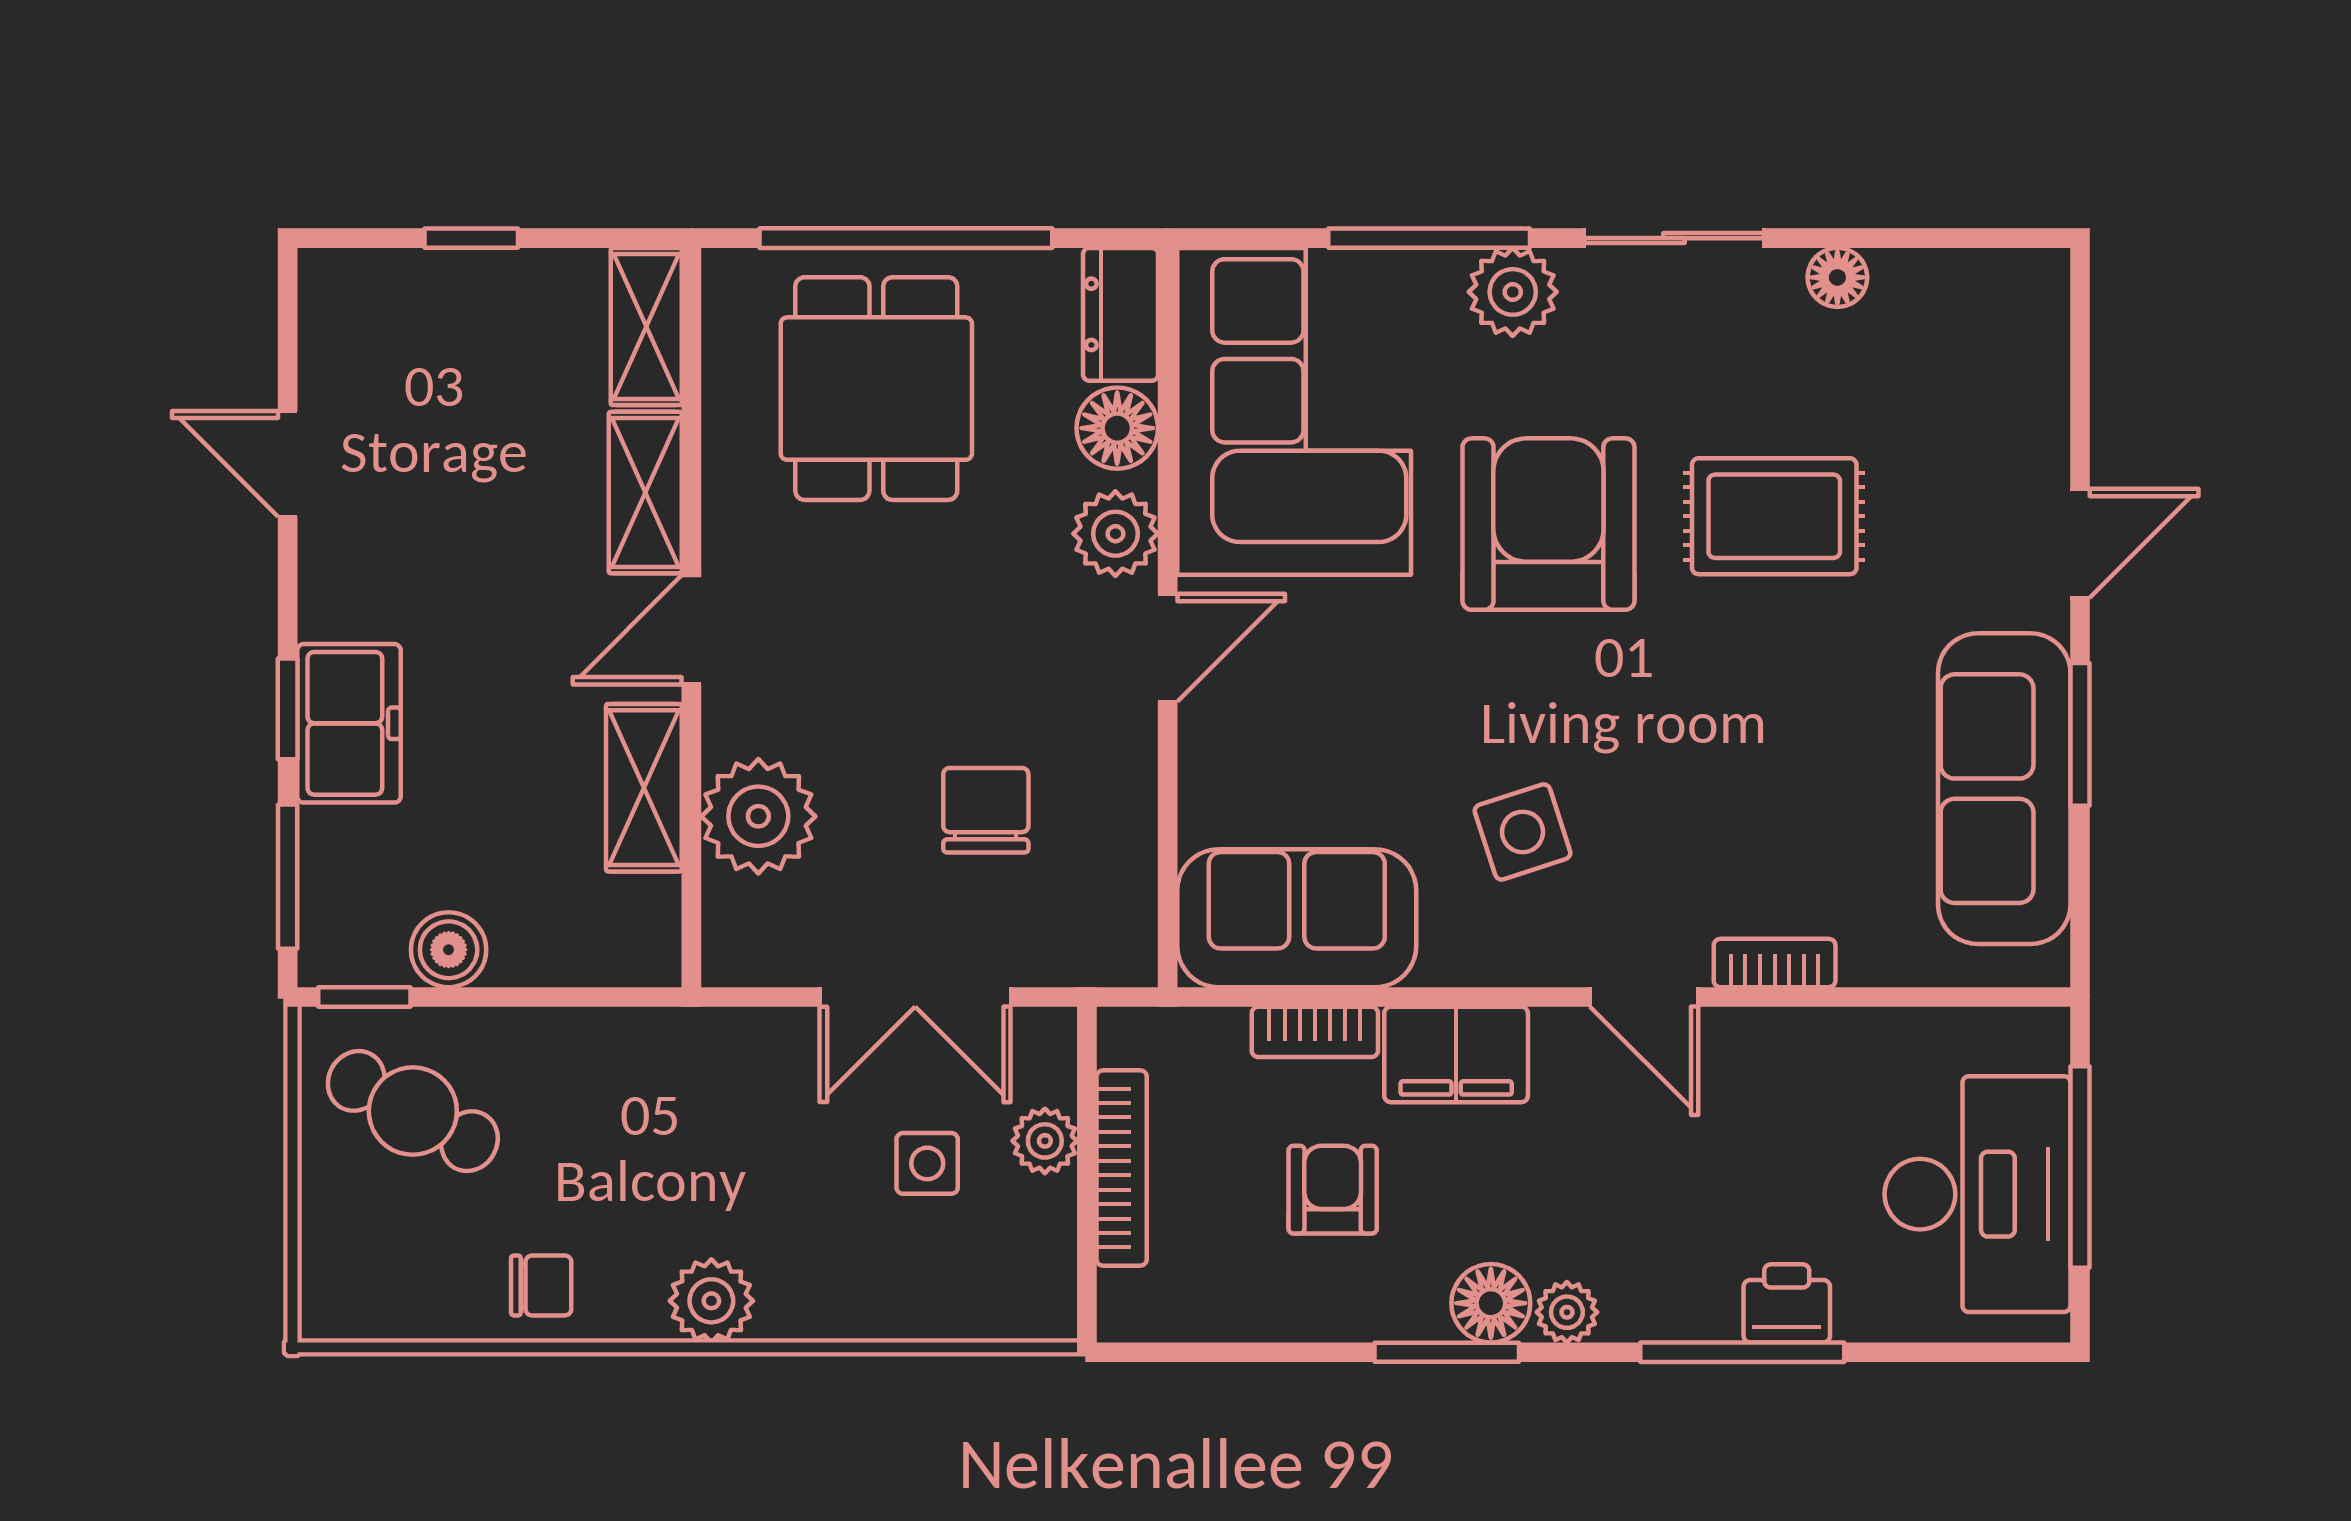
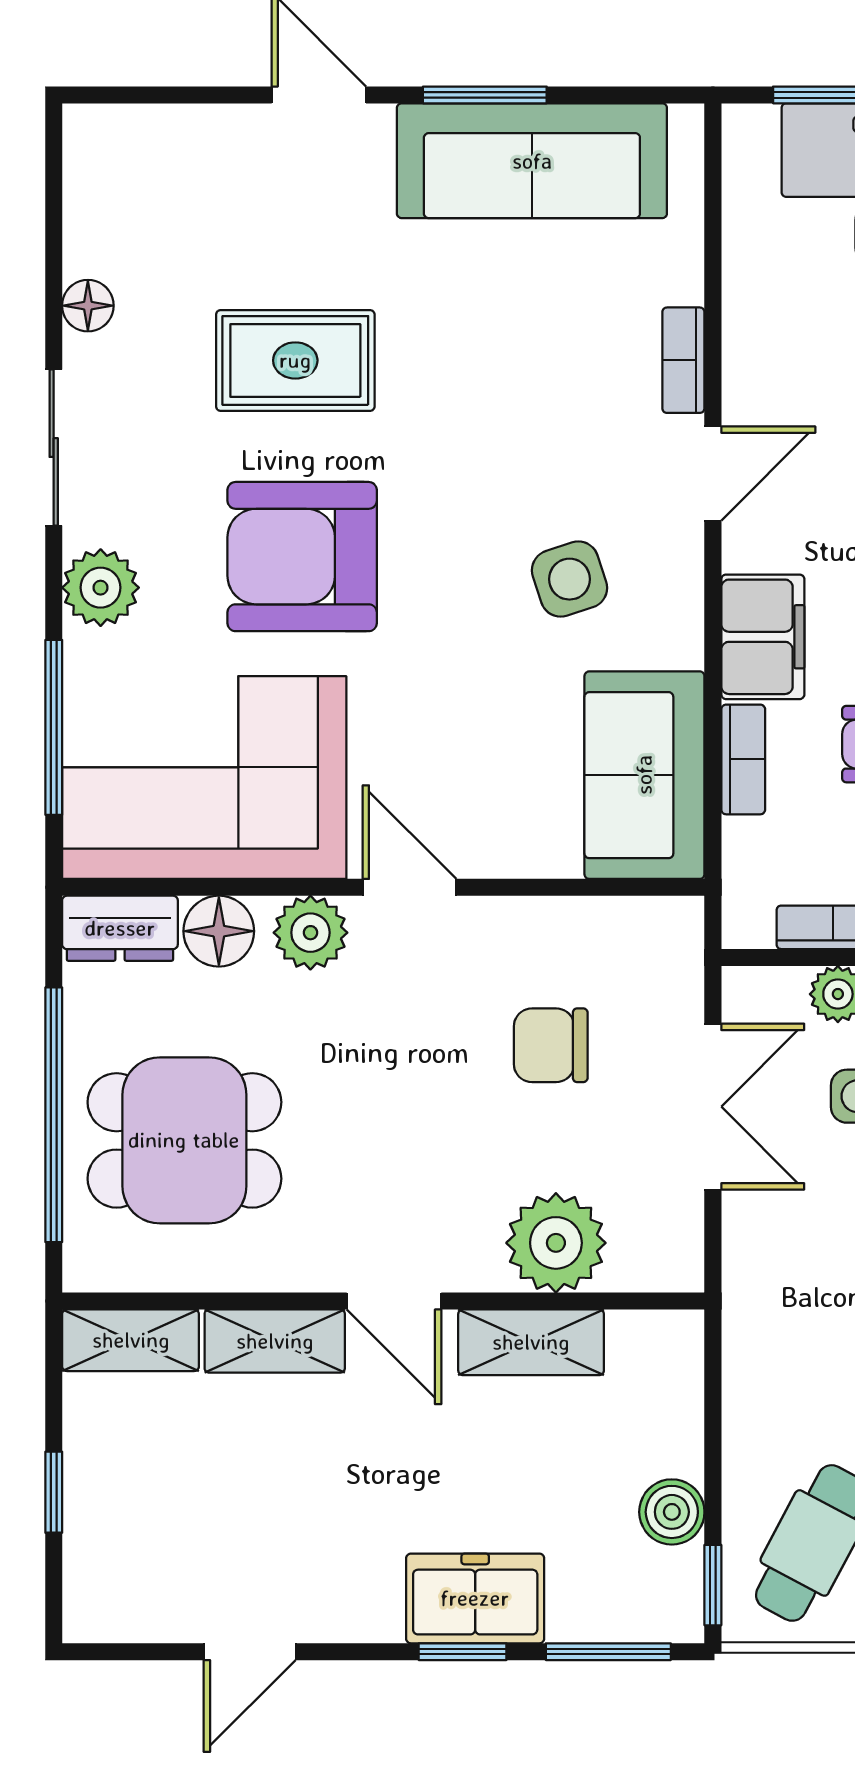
window: (1429, 238) -> (54, 727), moved
rug: (1774, 516) -> (295, 360), turned 90

